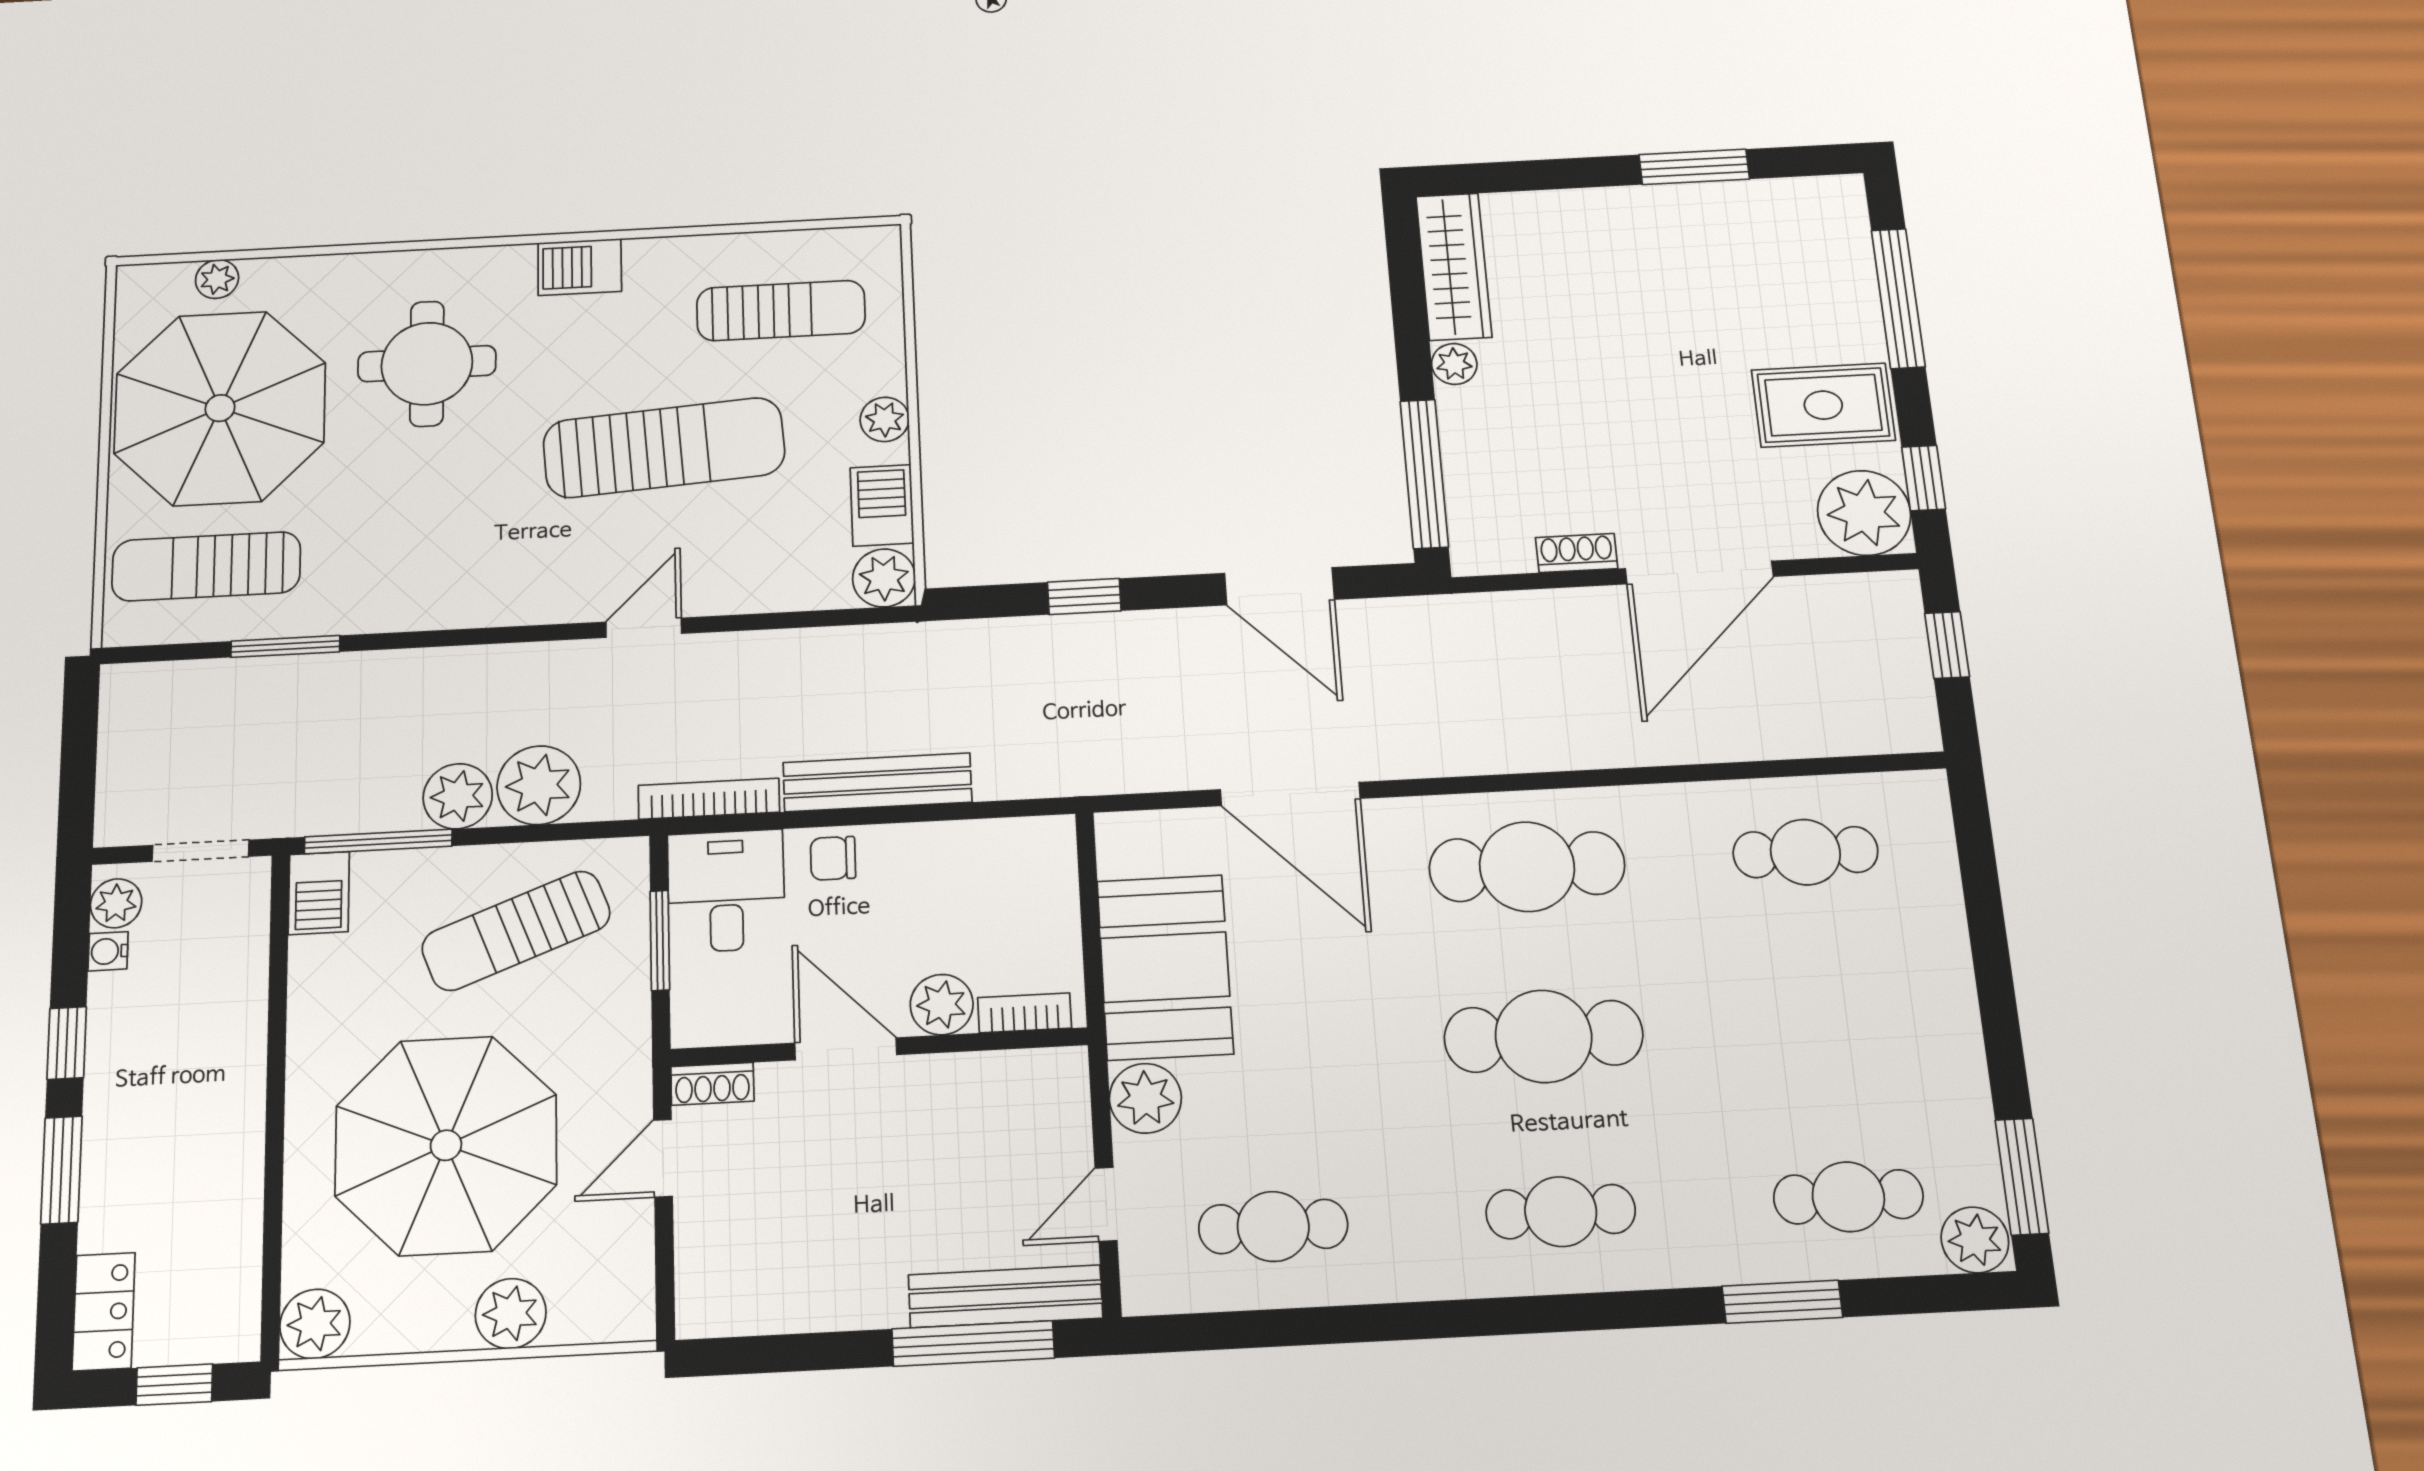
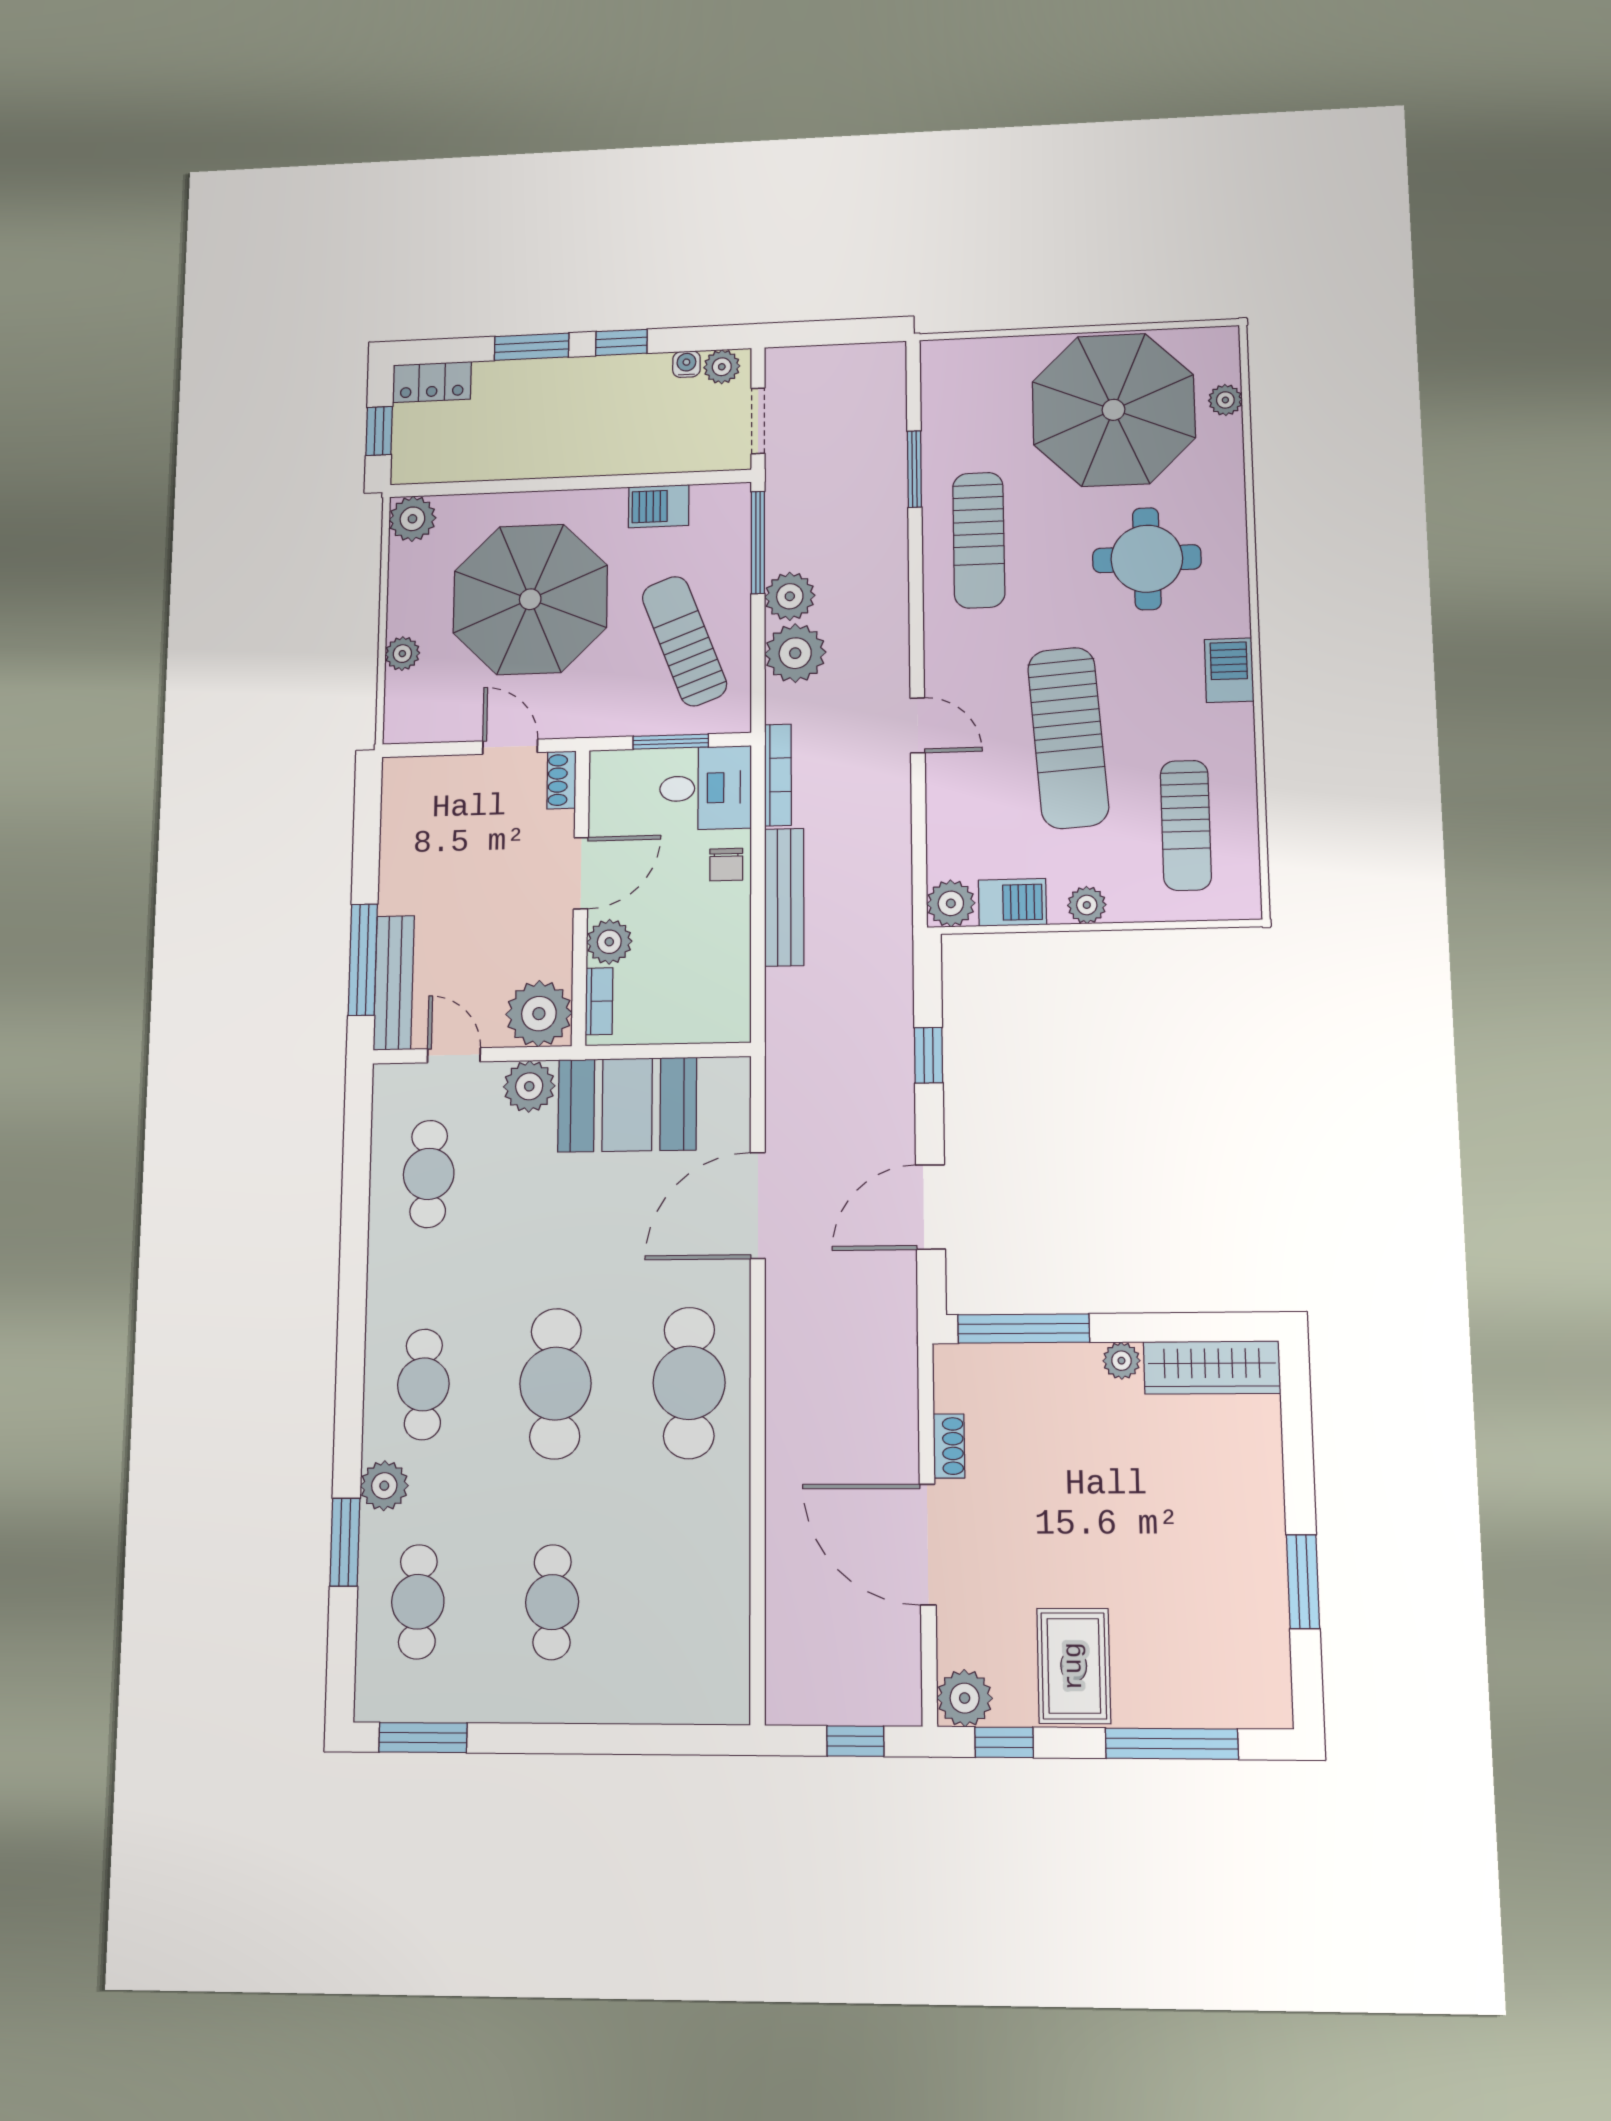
plant: (1864, 513) -> (965, 1698), width x0.73, depth x0.73
sun lounger: (206, 566) -> (979, 540), moved, turned 180
cafe table: (1805, 852) -> (552, 1602), moved
chair: (833, 858) -> (726, 865), turned 180
barbecue: (319, 893) -> (659, 506), moved
plant: (1044, 1092) -> (539, 1014), added
plant: (1975, 1240) -> (384, 1486), moved
plant: (511, 1314) -> (402, 654), width x0.73, depth x0.73

